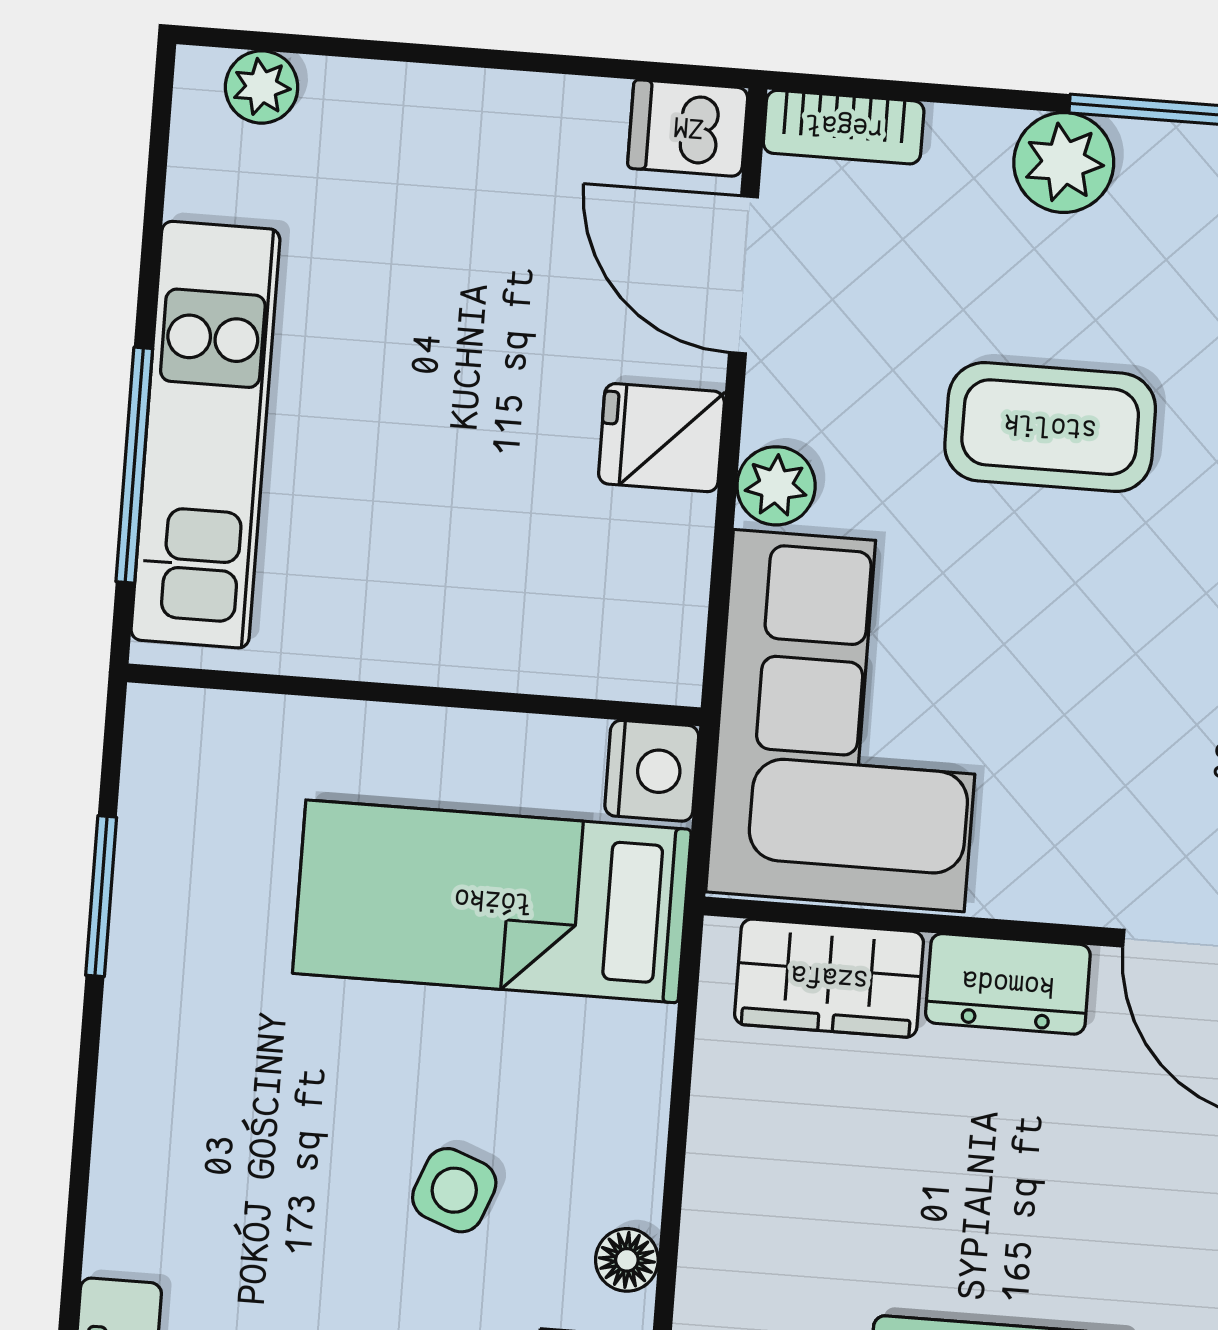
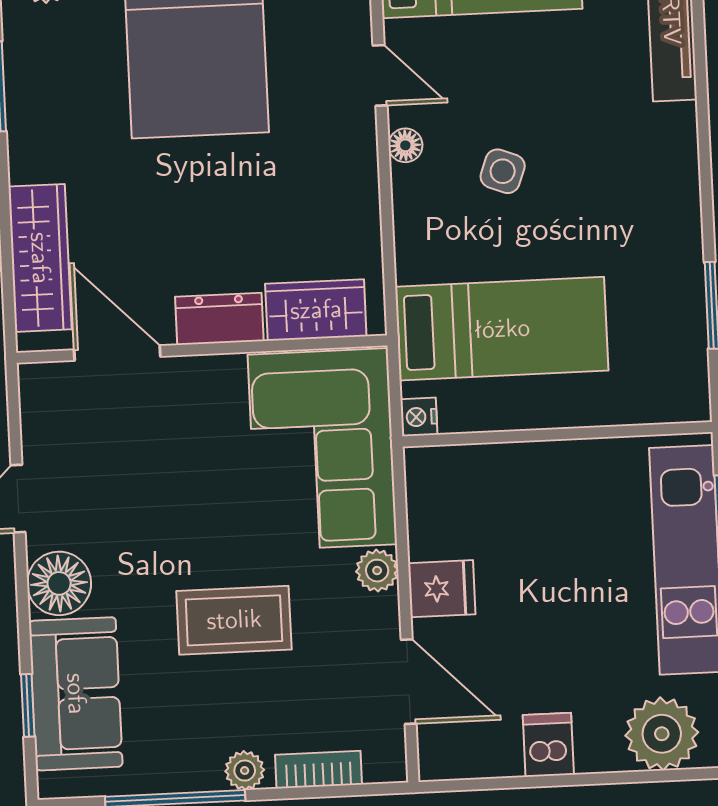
plant: (262, 87) -> (662, 734), width x1.88, depth x1.88
bookcase: (844, 127) -> (318, 770), moved
dishwasher: (688, 128) -> (548, 745), moved, turned -90
plant: (1064, 163) -> (245, 771), width x0.73, depth x0.73
nightstand: (652, 771) -> (419, 417), width x0.72, depth x0.74

